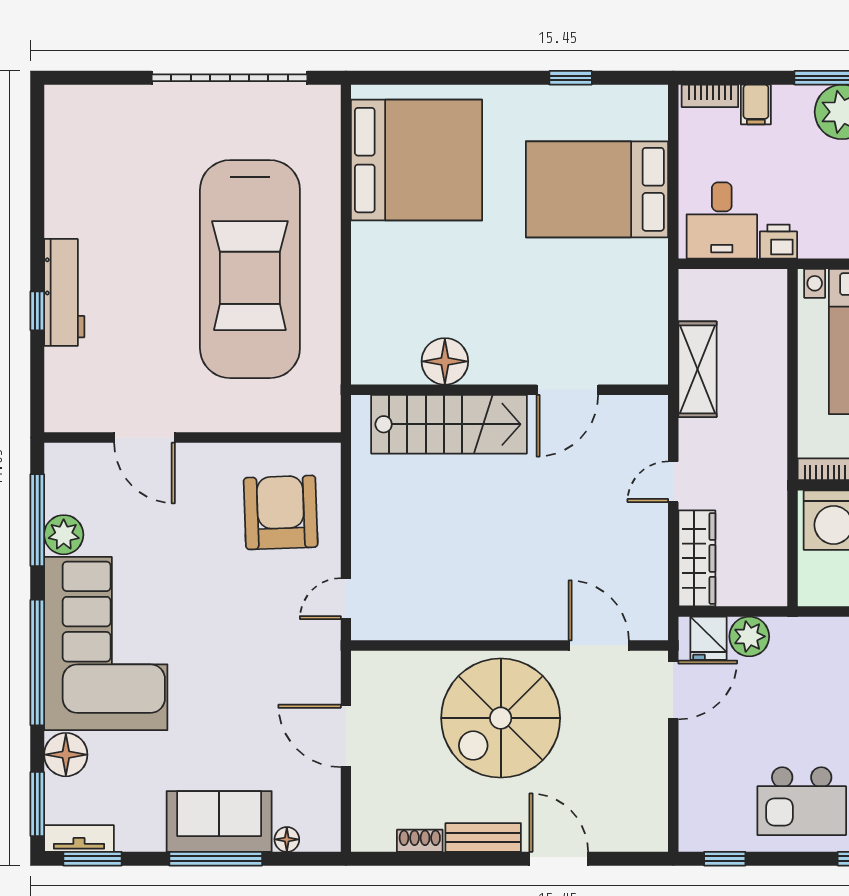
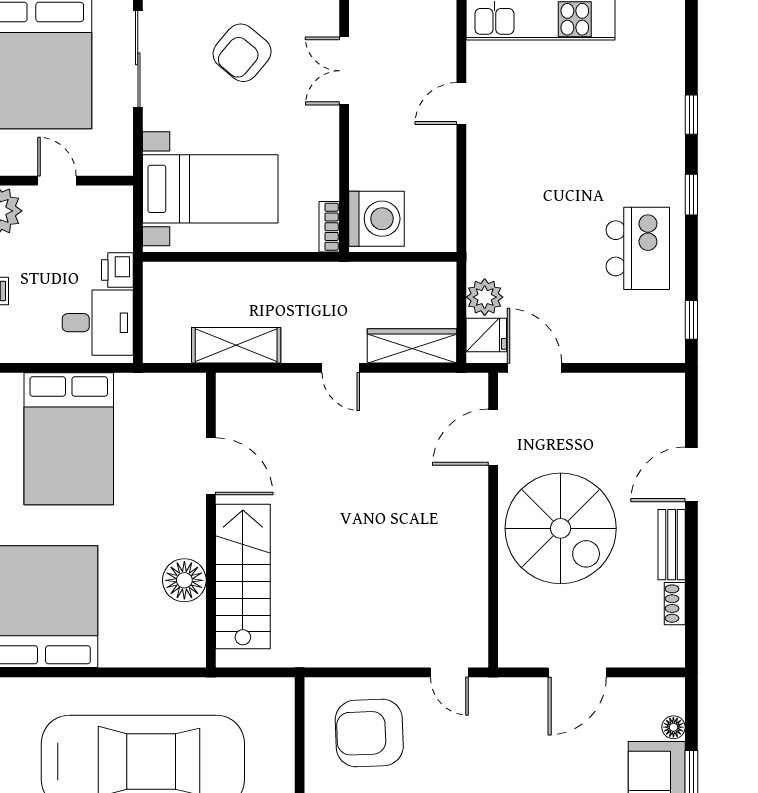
floor lamp: (445, 361) -> (184, 580), moved
wall: (510, 390) -> (211, 520), moved
door: (567, 390) -> (211, 466), moved
stairs: (449, 424) -> (243, 576), moved

